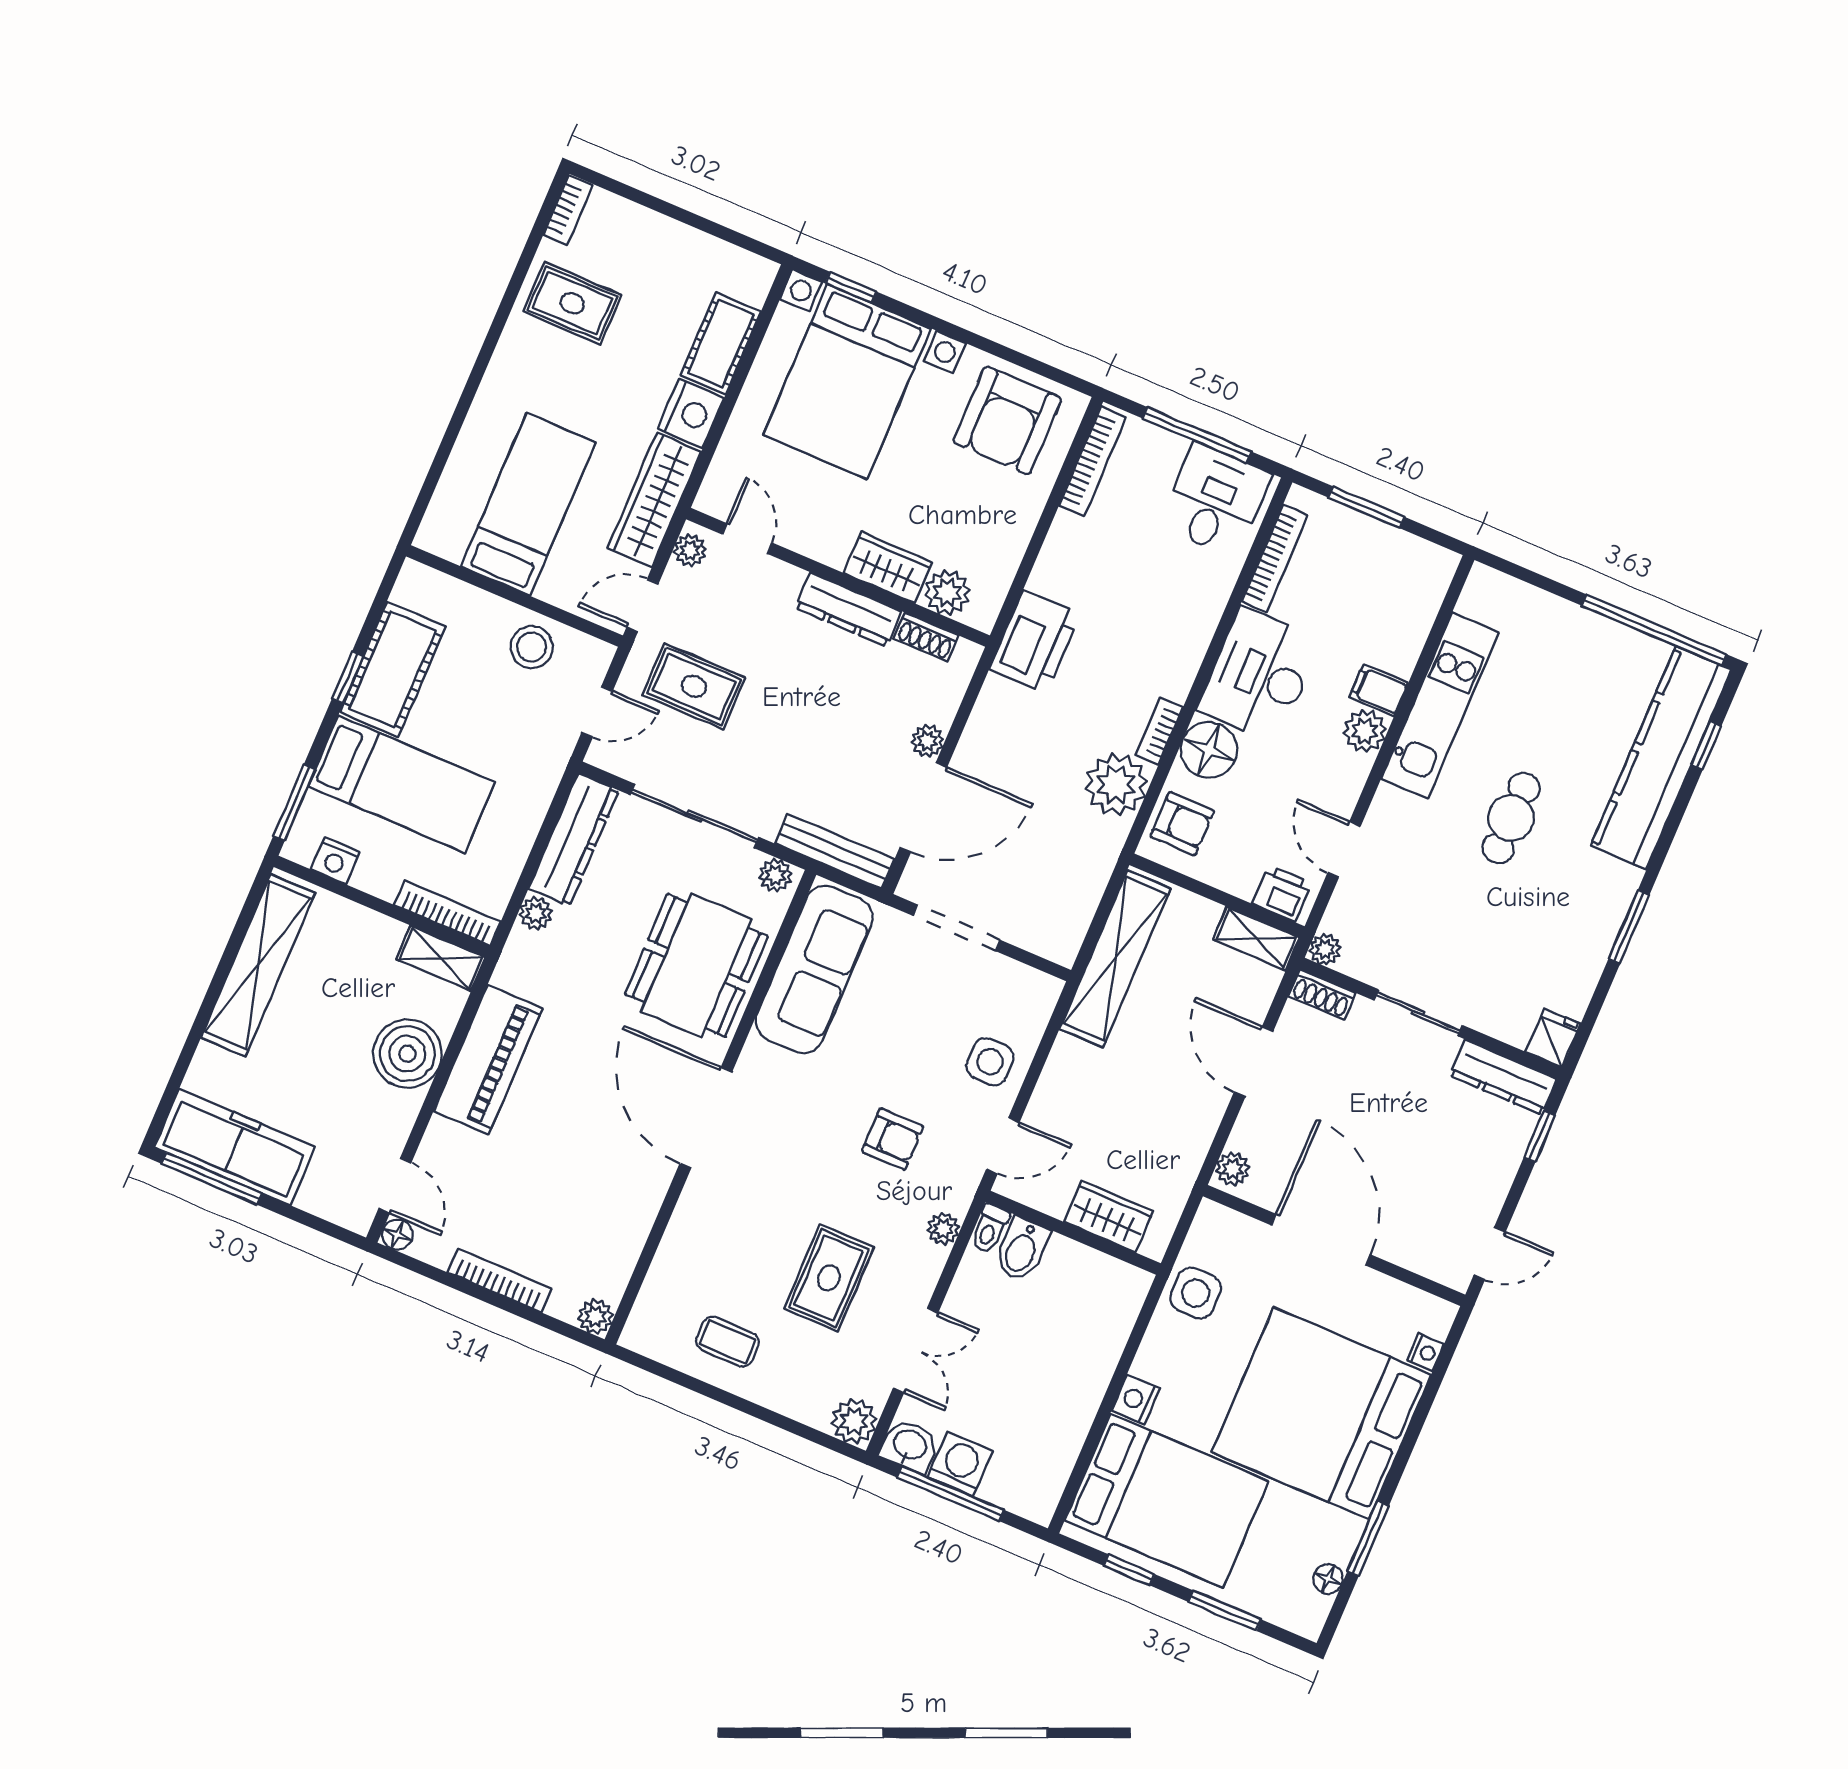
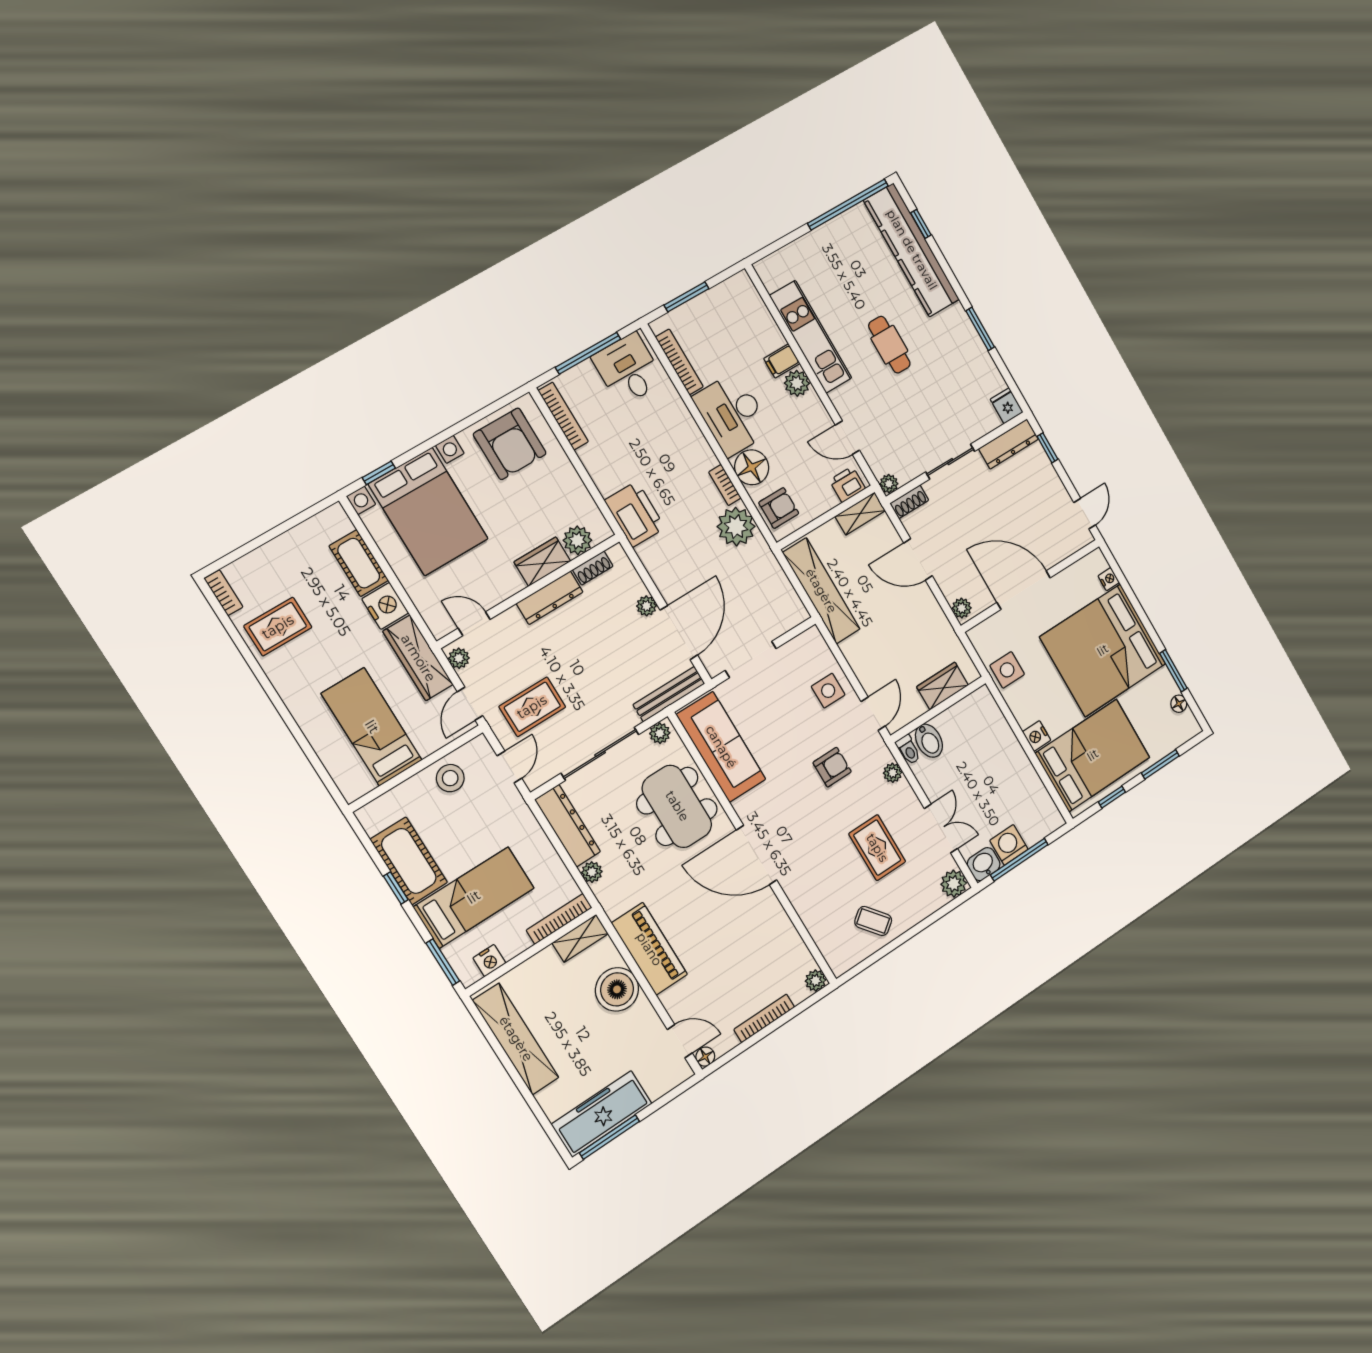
coffee table: (728, 1342) -> (873, 921), turned 52

